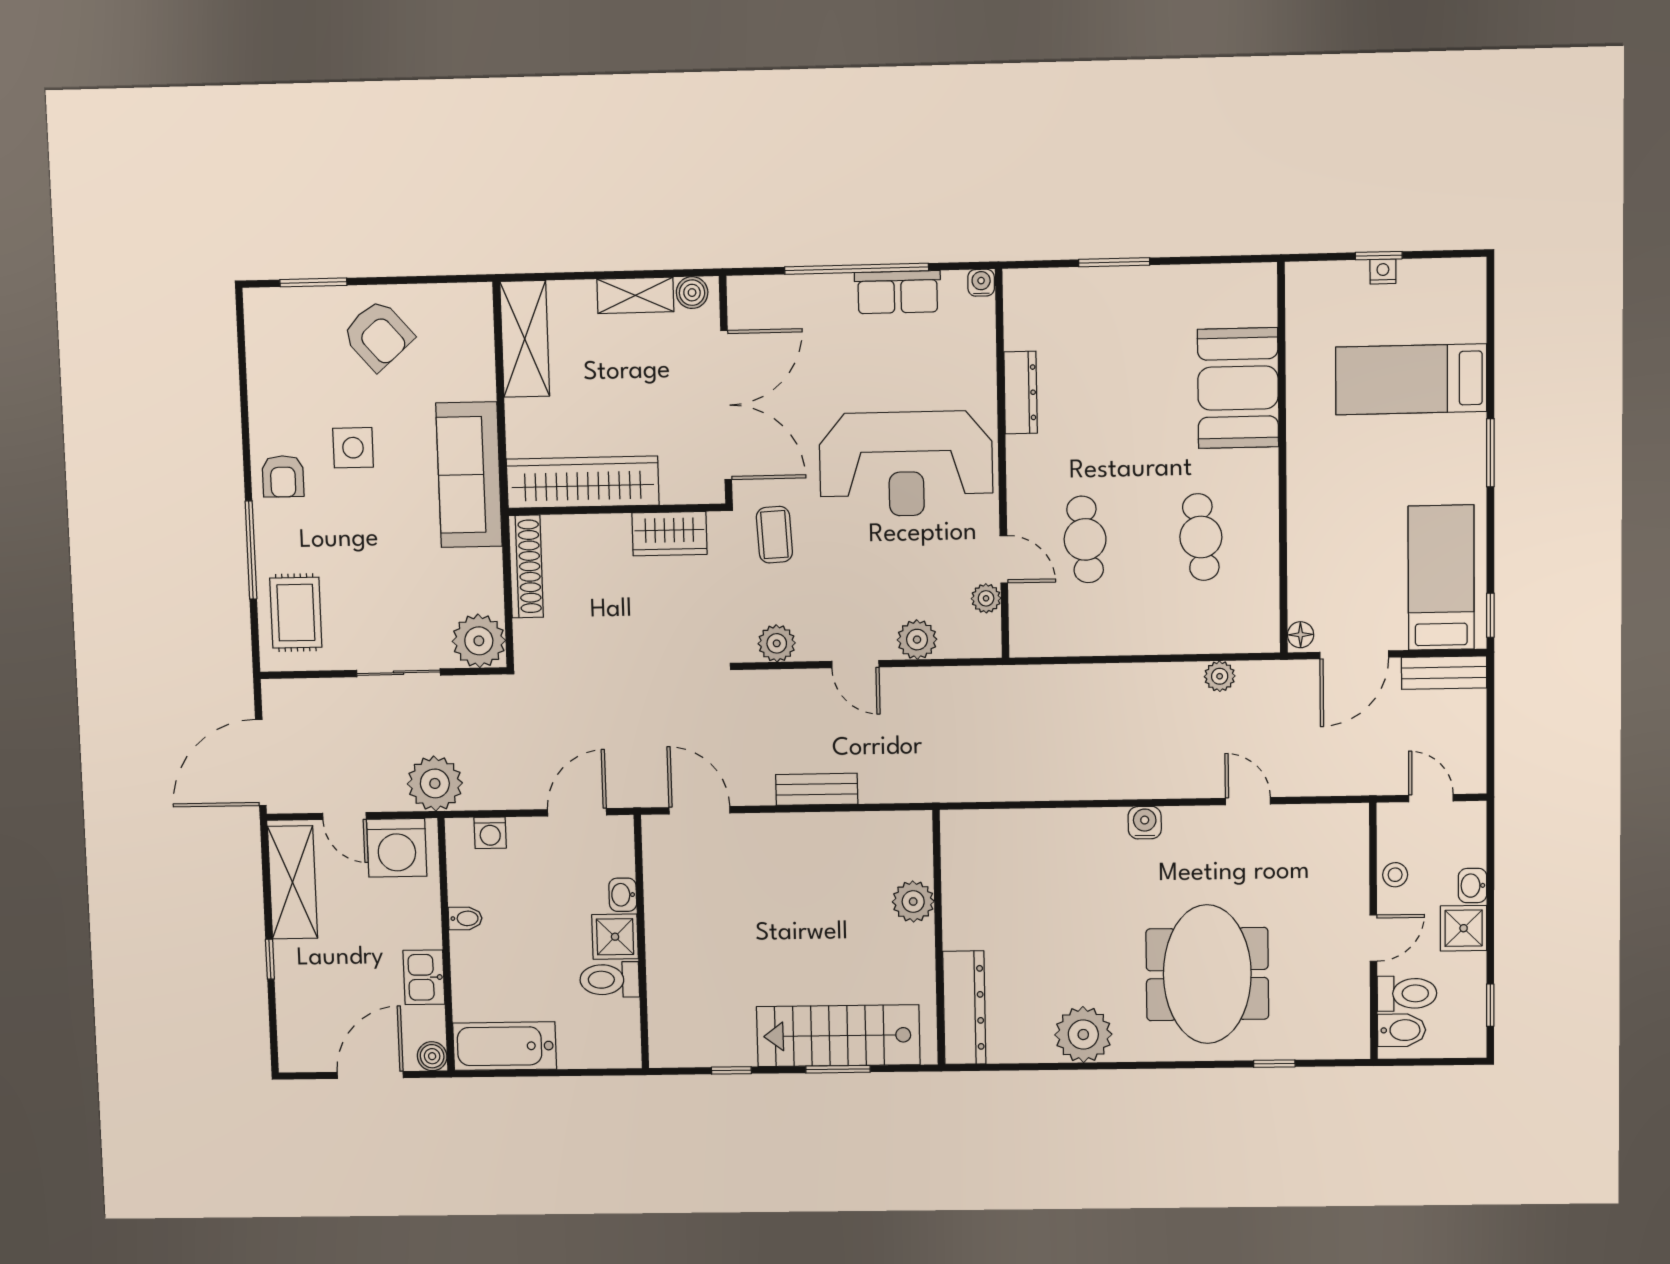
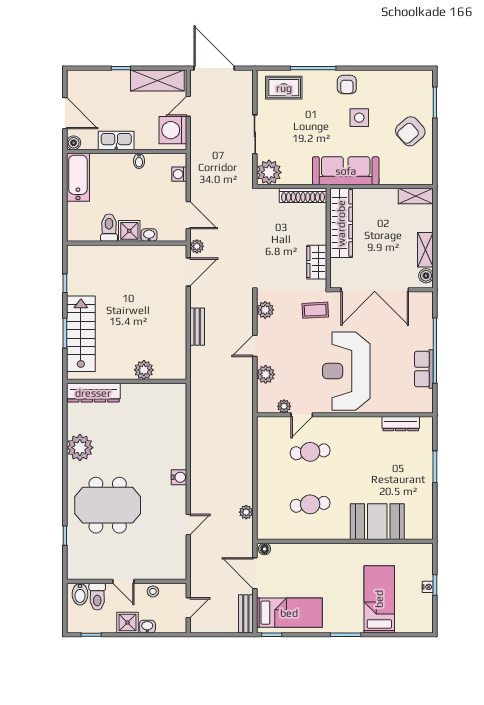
water cooler: (981, 283) -> (427, 407), removed
shelving: (525, 339) -> (416, 196), width x0.67, depth x0.75
dresser: (1021, 393) -> (401, 424), moved
armchair: (283, 476) -> (347, 85), turned -90
plant: (435, 783) -> (197, 246), moved, width x0.53, depth x0.53
kitchen sink: (424, 977) -> (116, 140), width x1.38

